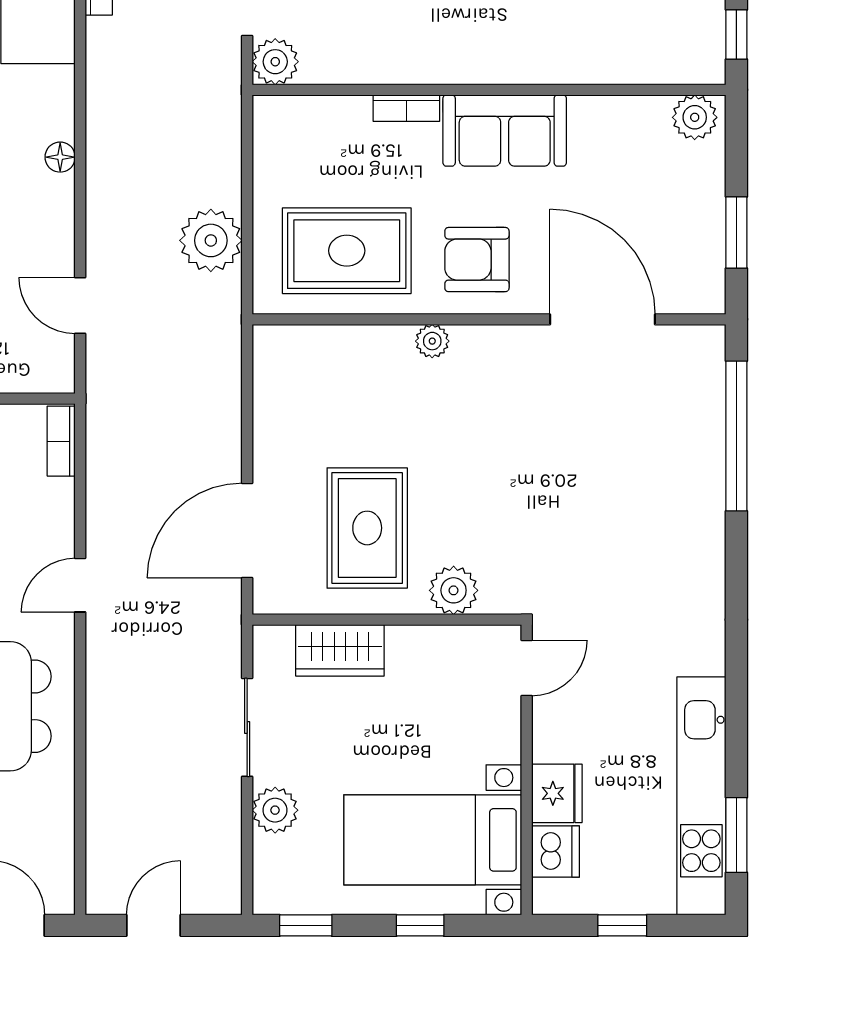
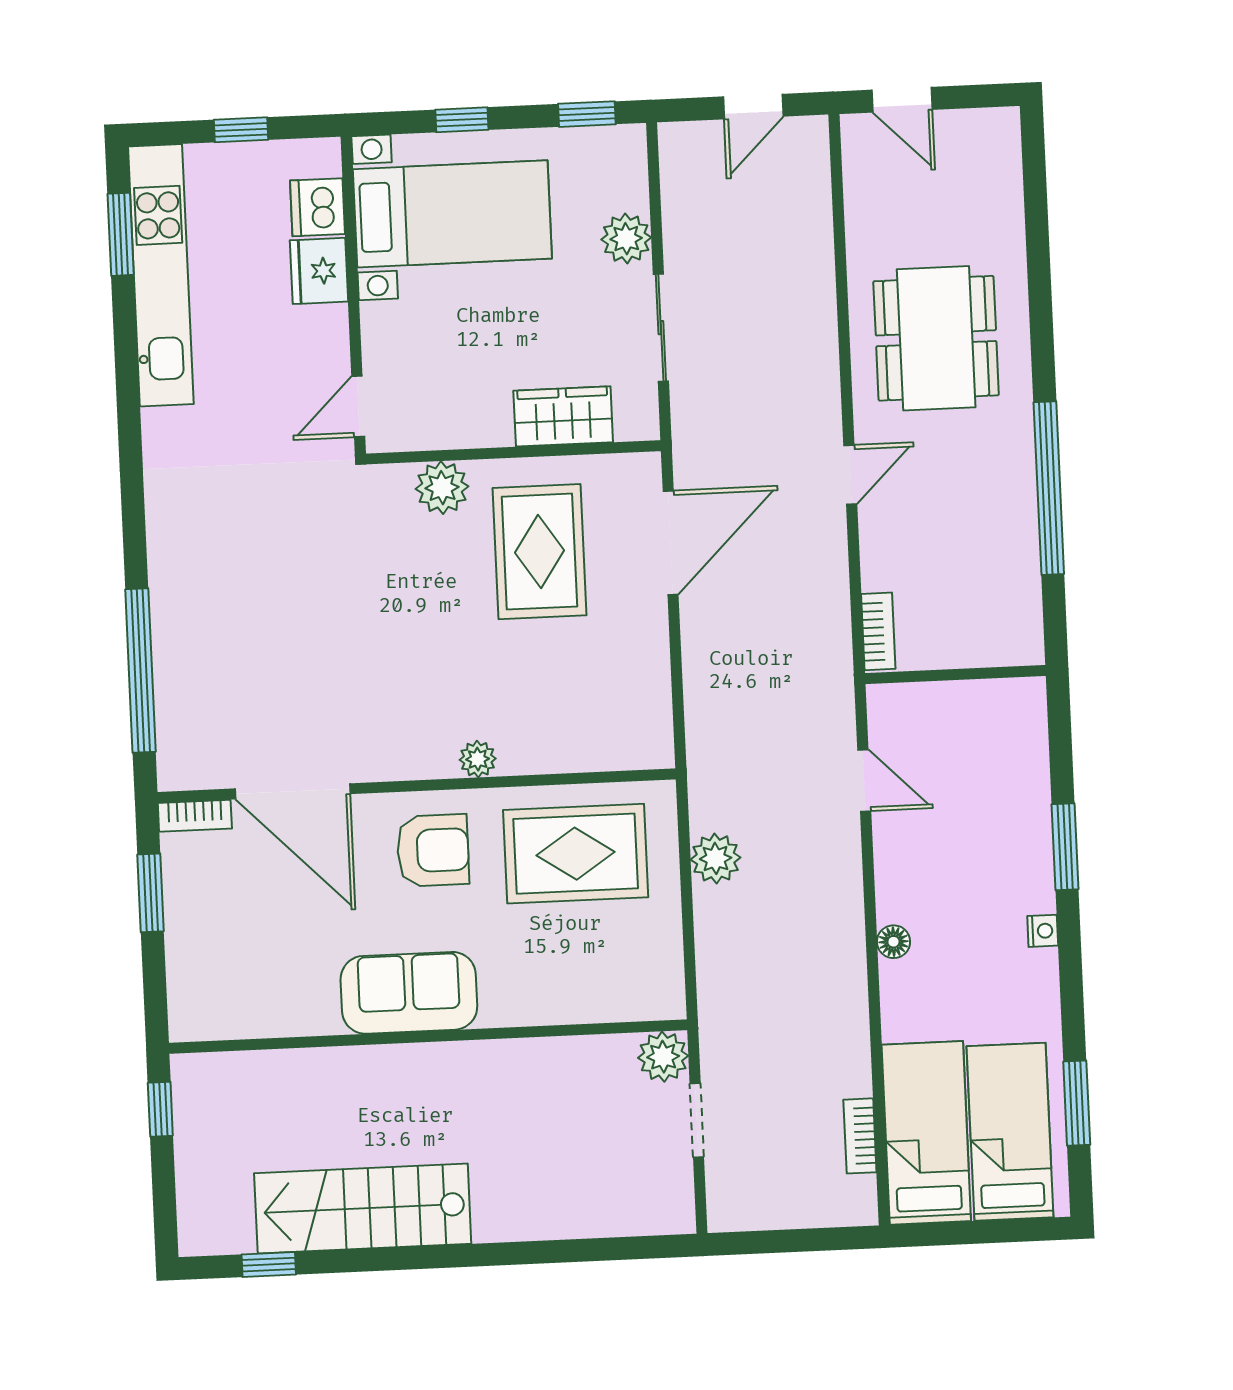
bookcase: (406, 108) -> (195, 816), moved, turned 180
plant: (695, 117) -> (202, 1017), removed
plant: (211, 240) -> (716, 858), width x0.73, depth x0.73

